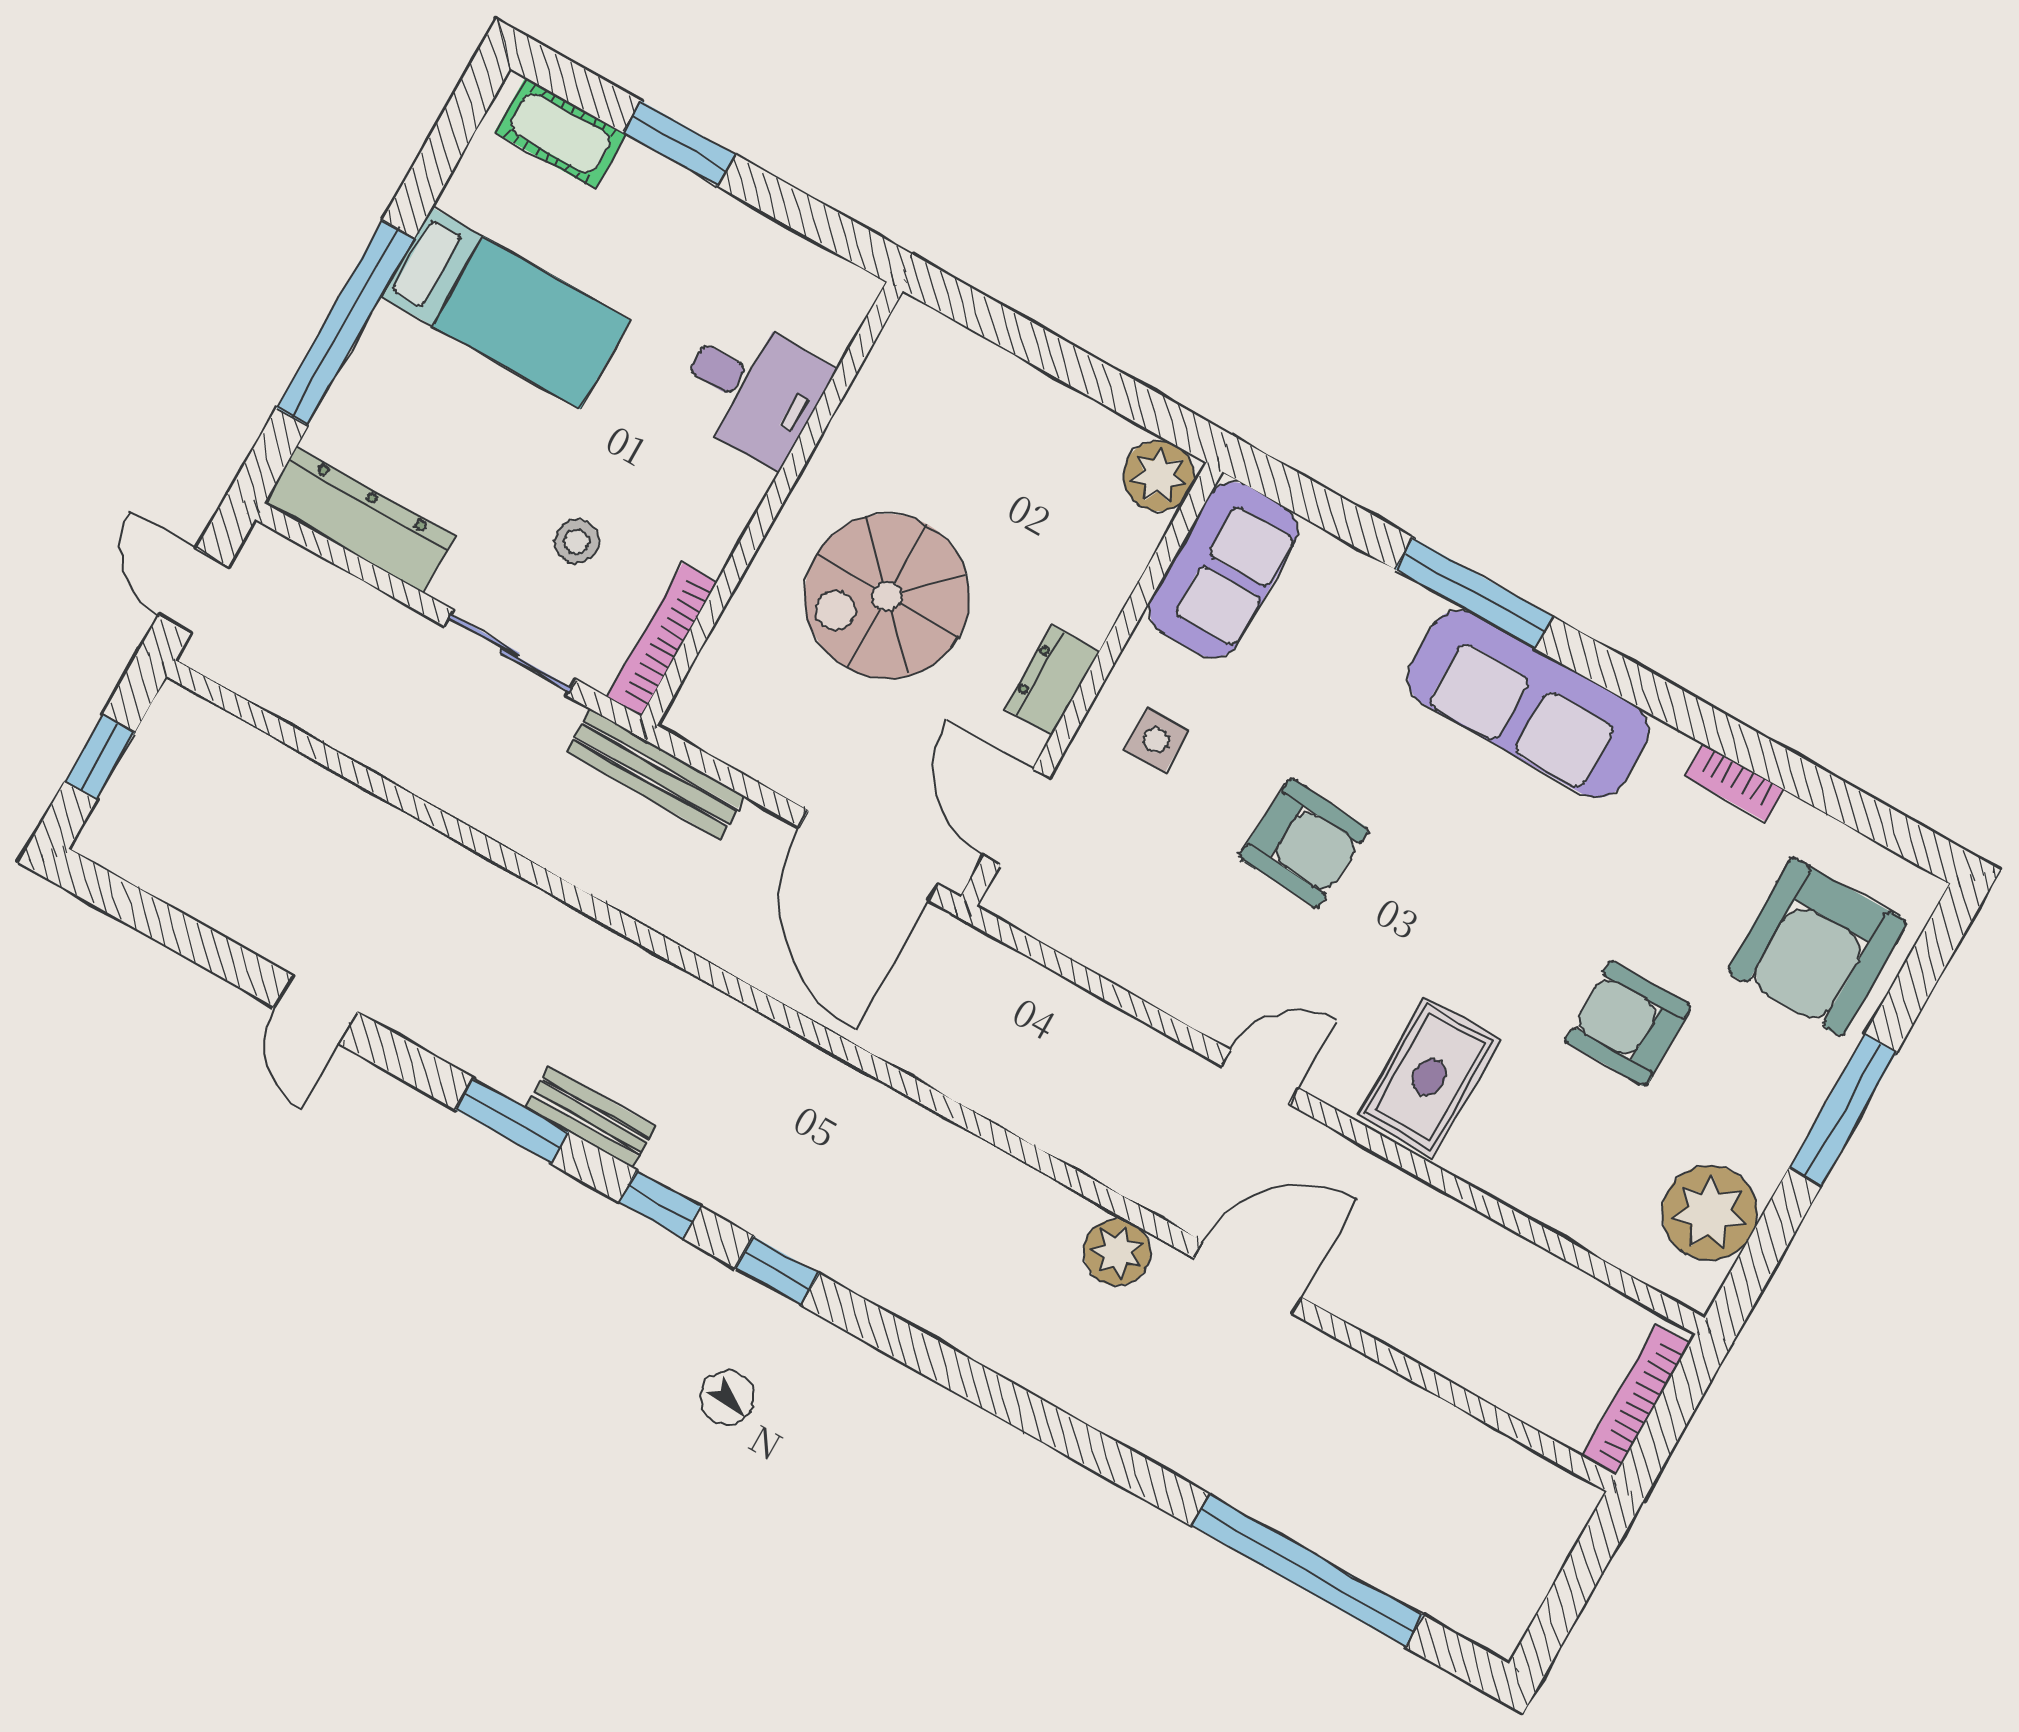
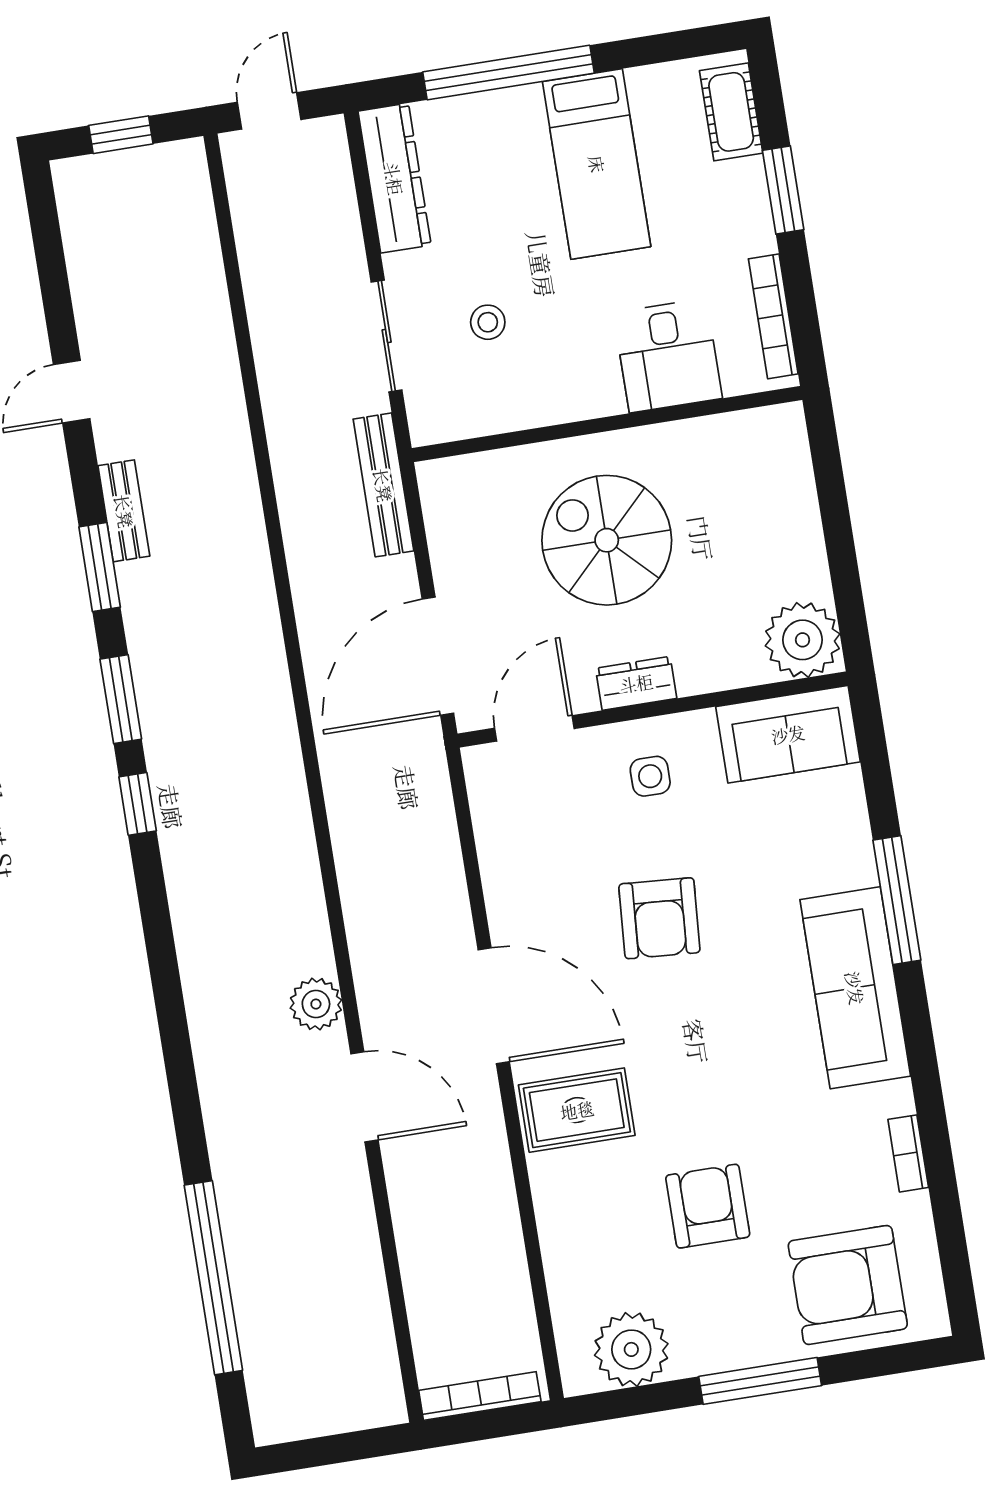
plant: (1159, 476) -> (803, 640), width x1.36, depth x1.36
bookcase: (662, 640) -> (773, 316), moved, turned -90
door: (1260, 1077) -> (494, 1006), width x1.87
bench: (591, 1117) -> (124, 511), moved
window: (660, 1204) -> (121, 699), width x1.50

